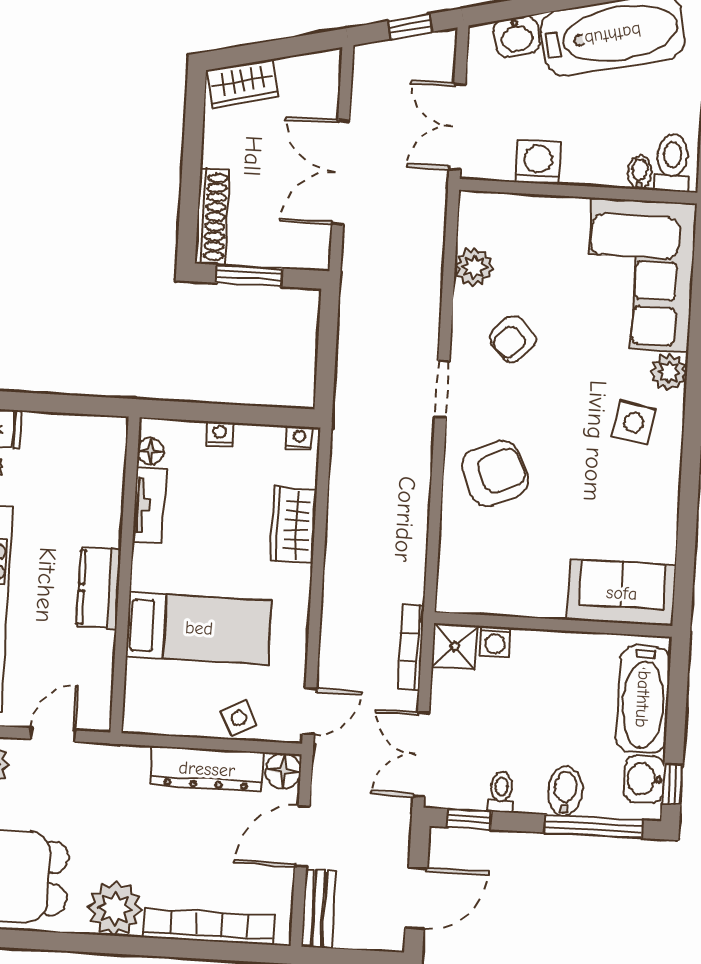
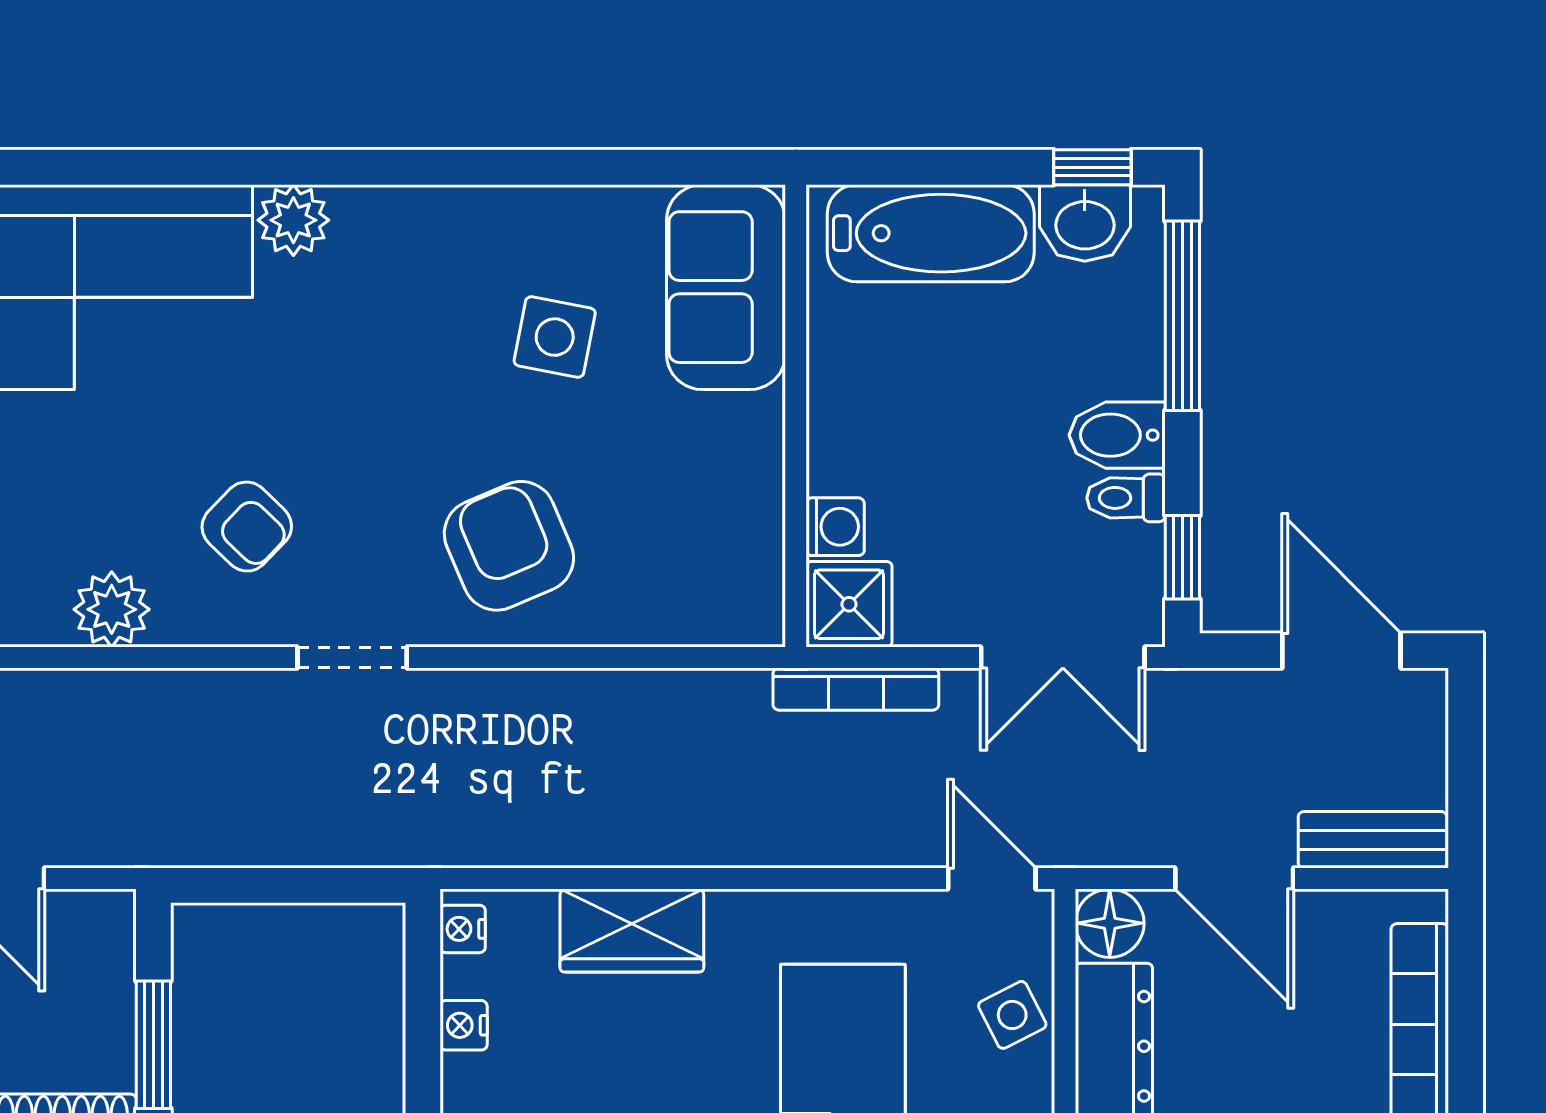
side table: (634, 423) -> (555, 337), moved
nightstand: (220, 434) -> (464, 1025), moved
bidet: (565, 791) -> (1117, 435), moved

